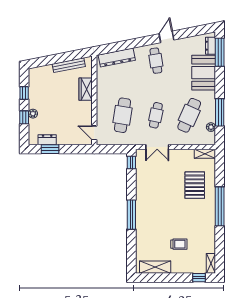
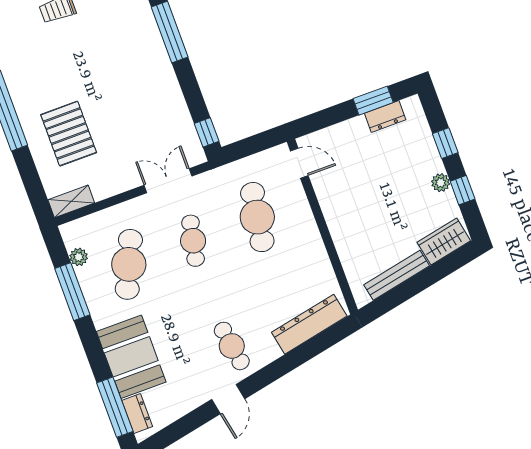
wardrobe: (86, 89) -> (444, 241), moved, turned -101
plant: (33, 114) -> (441, 183), moved

